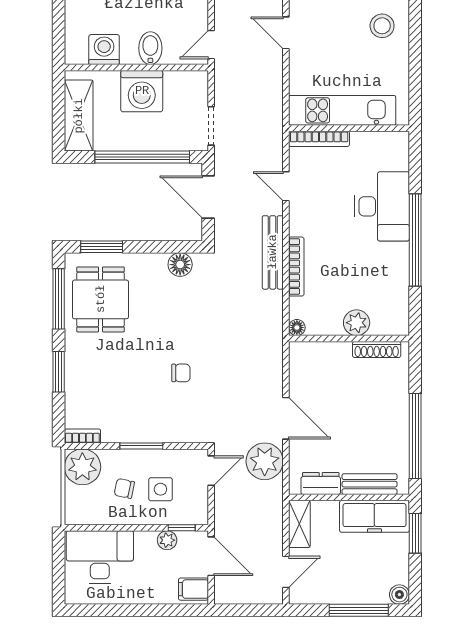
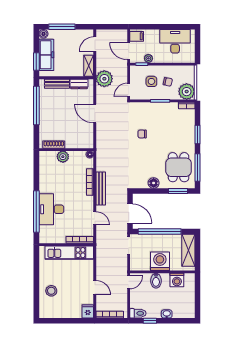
window: (415, 240) -> (36, 212), moved
floor lamp: (180, 265) -> (154, 183), moved
plant: (265, 461) -> (104, 79), moved
freezer: (374, 516) -> (46, 55), moved, turned 90
desk: (100, 557) -> (175, 41), moved, turned 180

